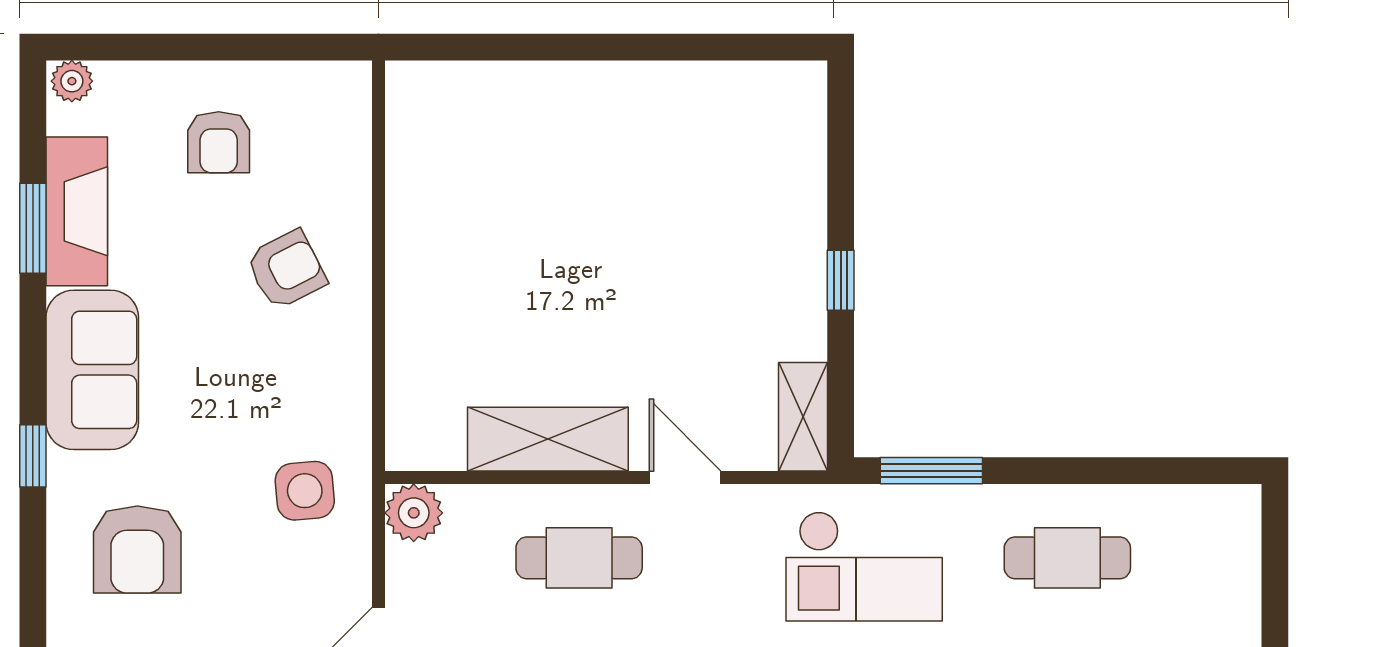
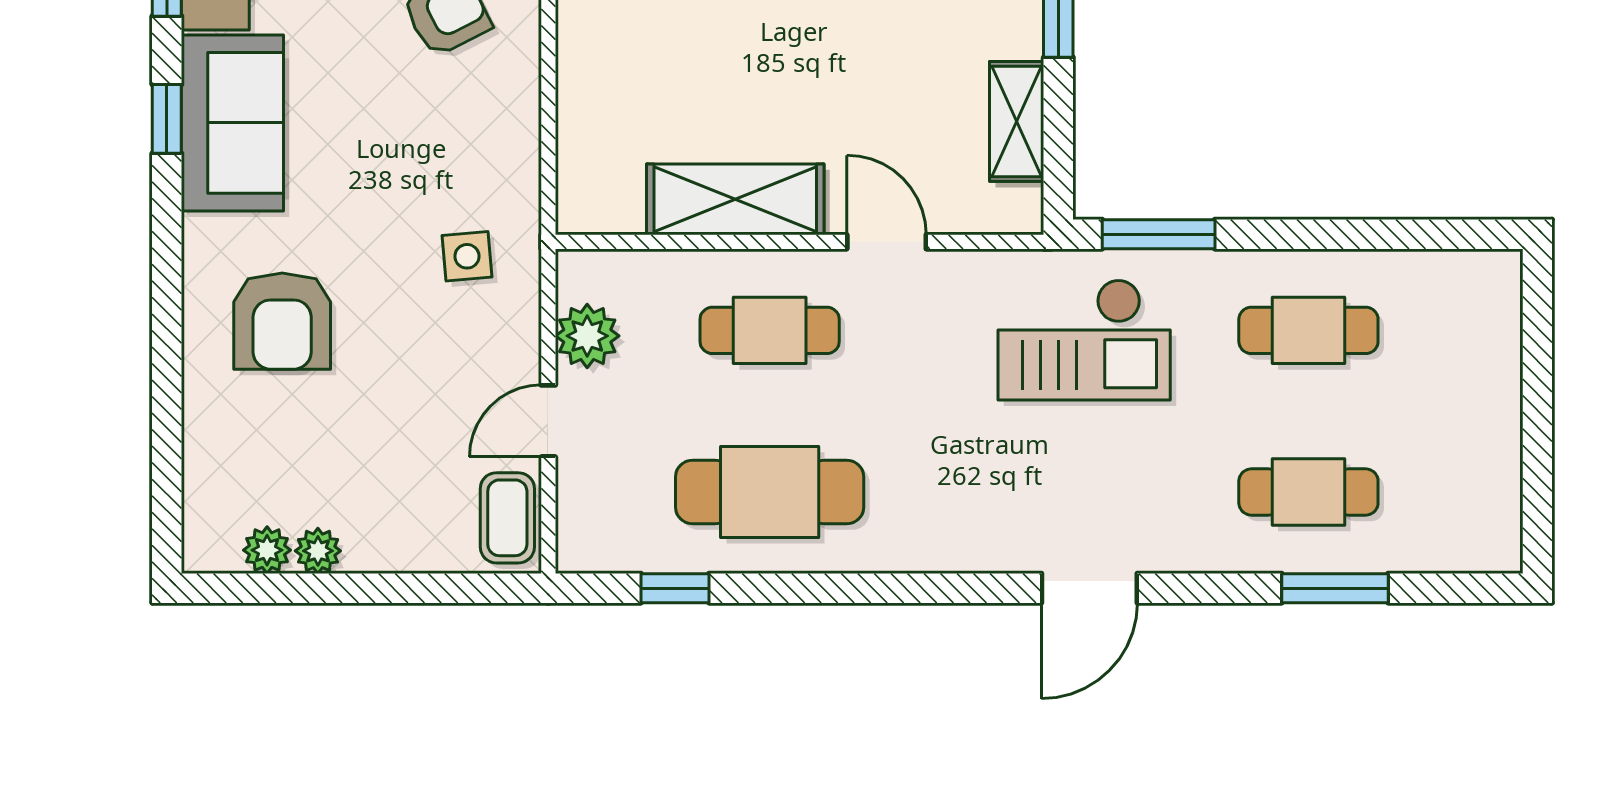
shelving: (803, 417) -> (1017, 121), moved
window: (33, 456) -> (167, 119), moved
side table: (305, 491) -> (467, 256), width x0.73, depth x0.73
plant: (414, 513) -> (587, 336), moved

